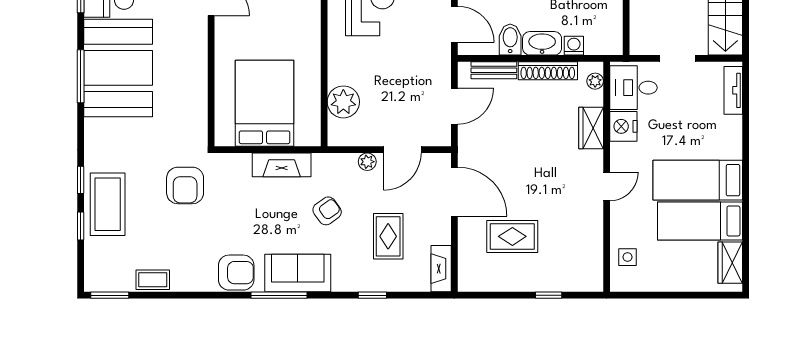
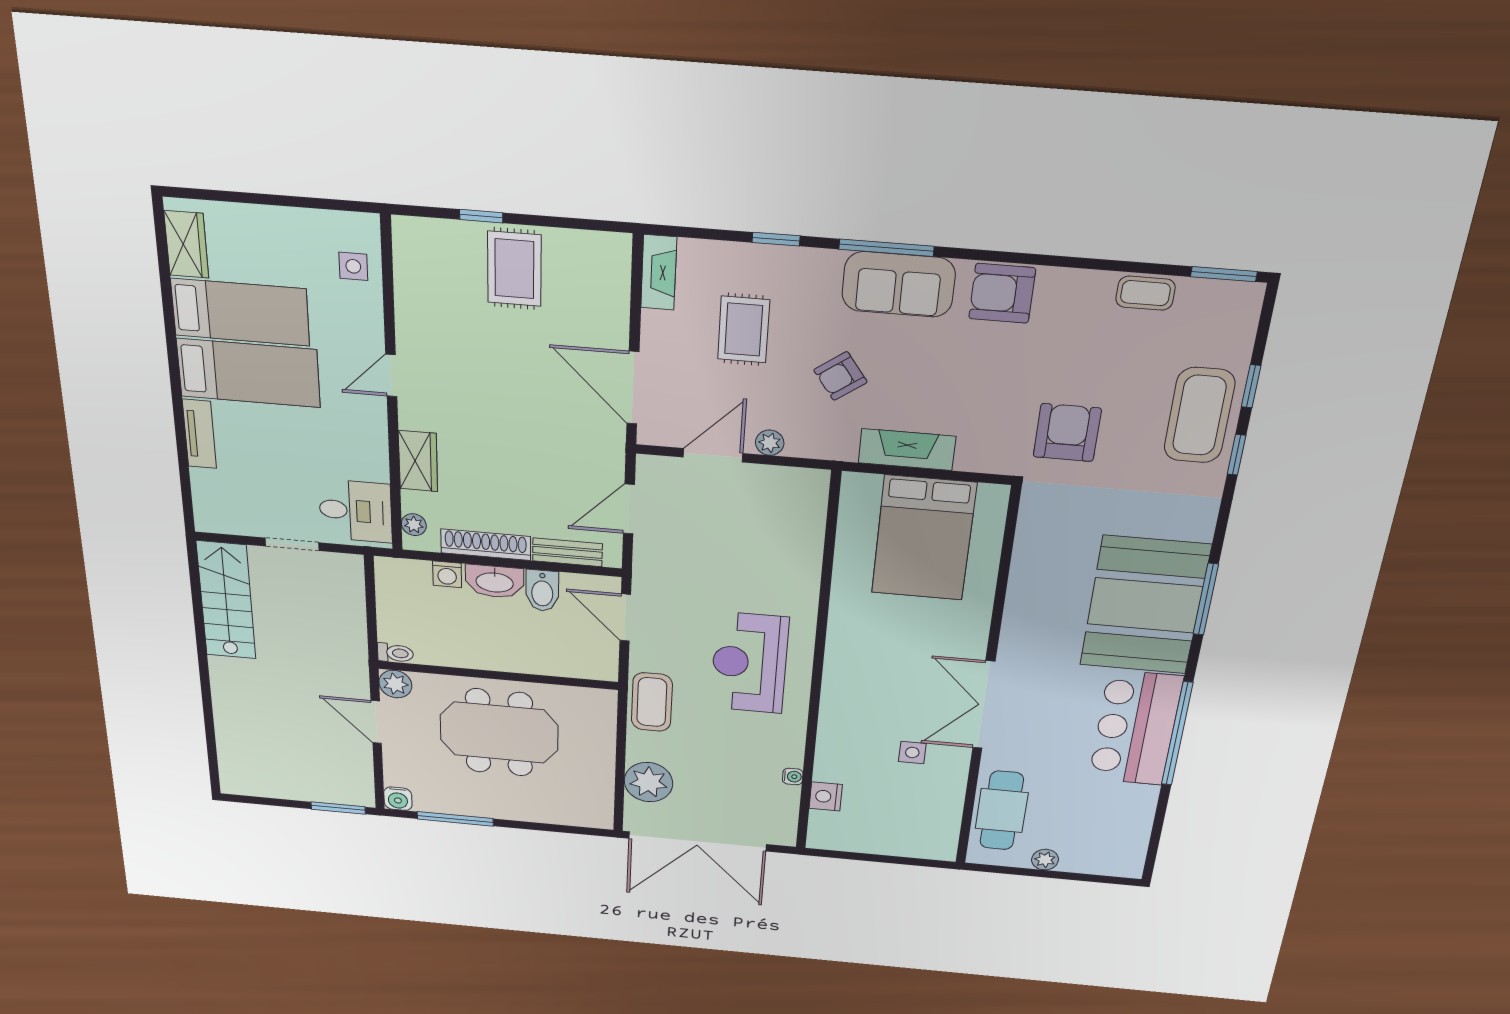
tv unit: (733, 90) -> (199, 434), moved
plant: (343, 102) -> (801, 530), removed
nightstand: (623, 126) -> (369, 459), removed
rug: (512, 236) -> (514, 269), moved, turned 90
window: (279, 295) -> (886, 248), moved

